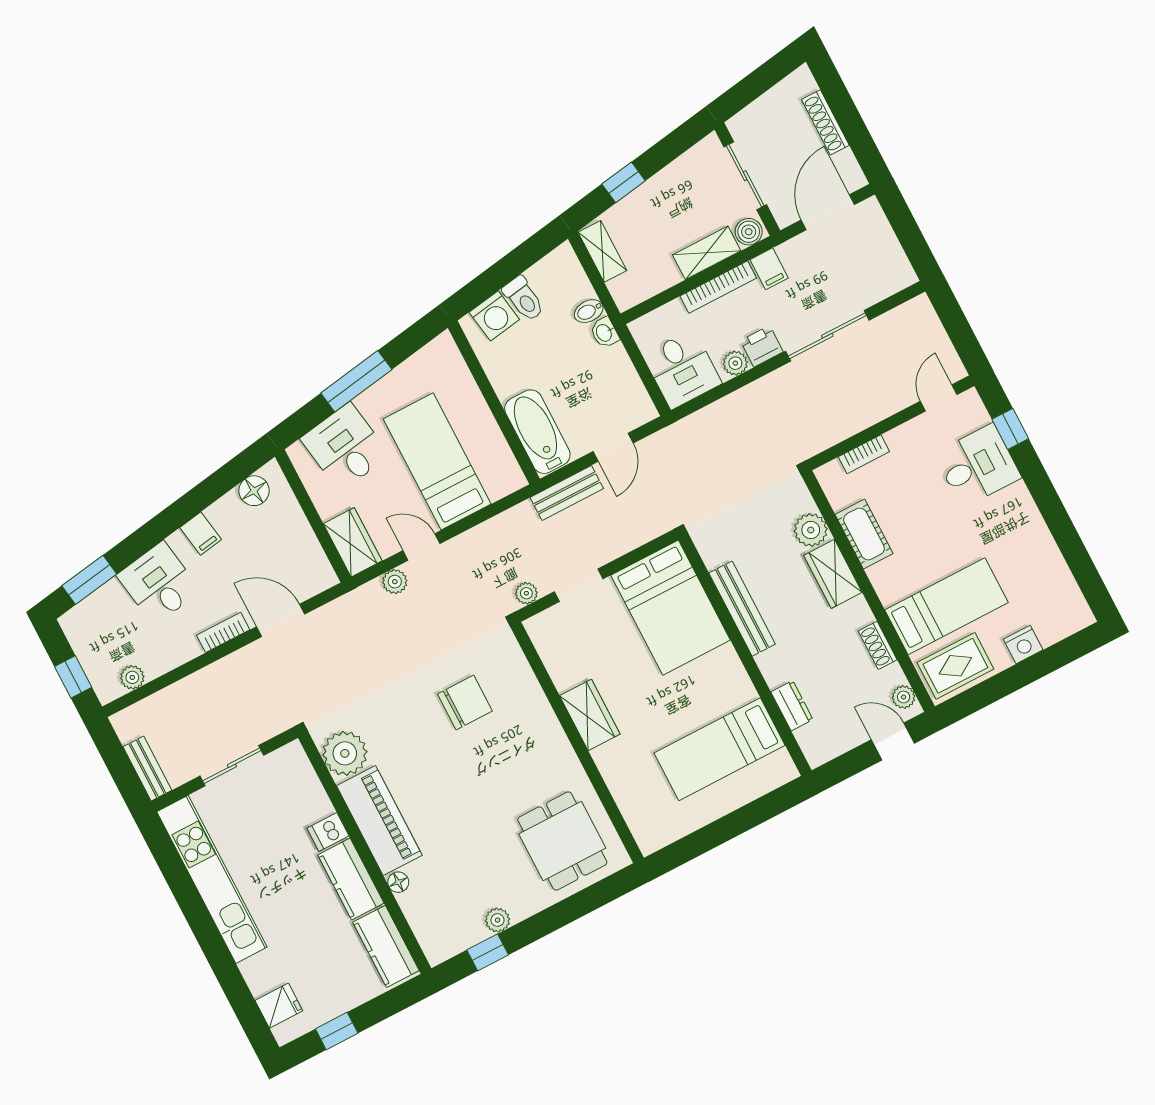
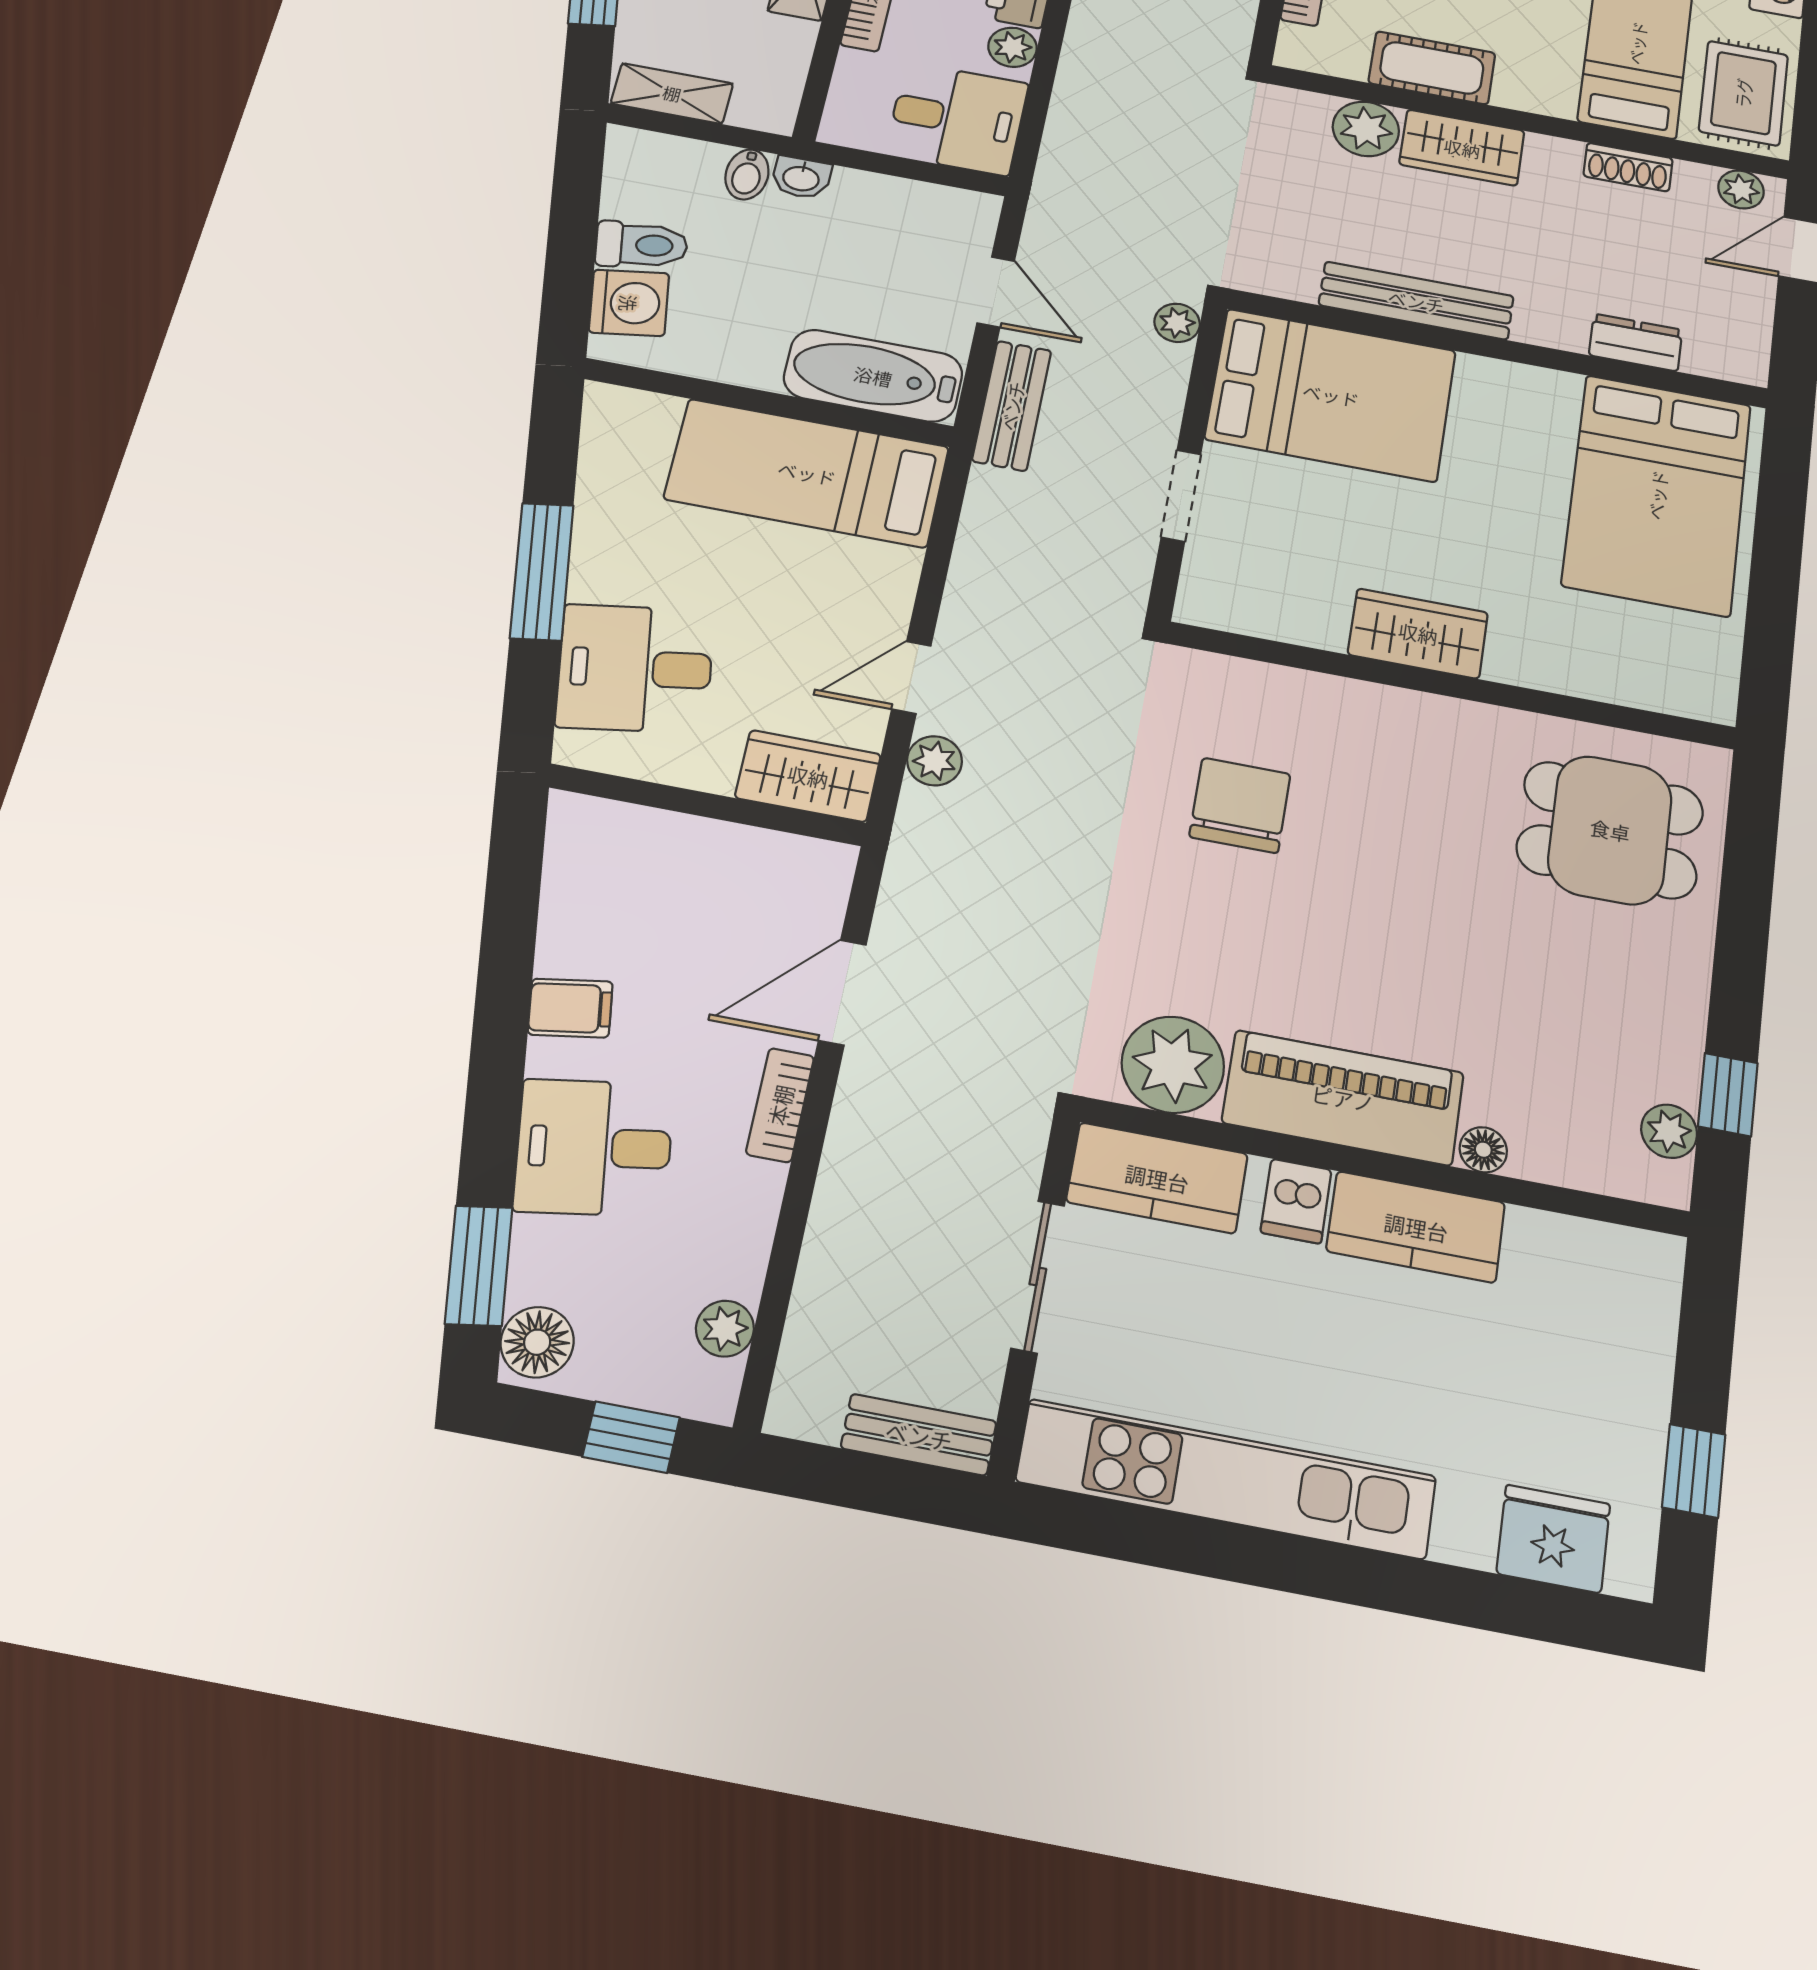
bed: (437, 461) -> (807, 473), moved
floor lamp: (254, 491) -> (537, 1342), moved
plant: (526, 593) -> (1177, 323), moved
bed: (720, 749) -> (1657, 495), width x1.50
plant: (498, 920) -> (1669, 1131), moved
kitchen counter: (386, 946) -> (1157, 1178), moved
fridge: (279, 1006) -> (1553, 1539), width x1.38

